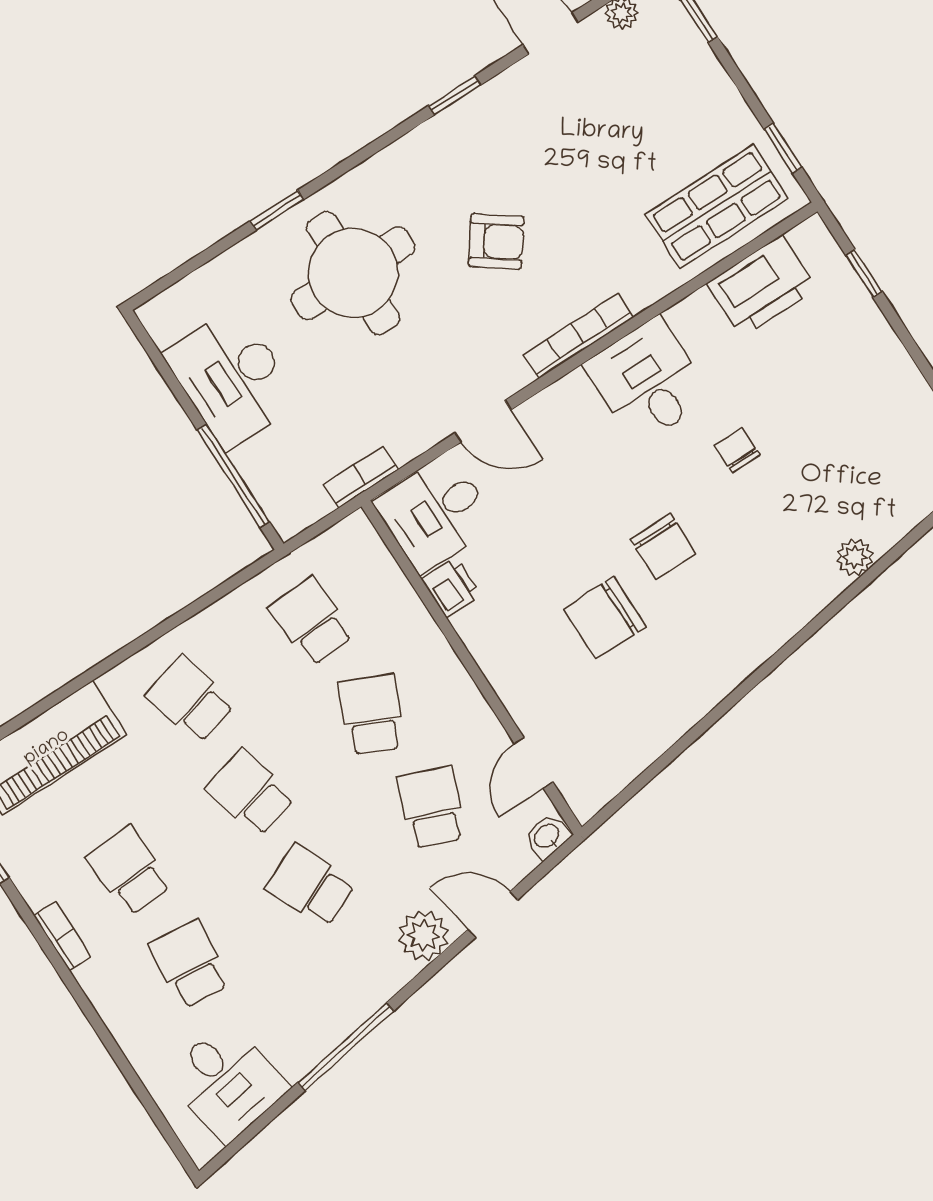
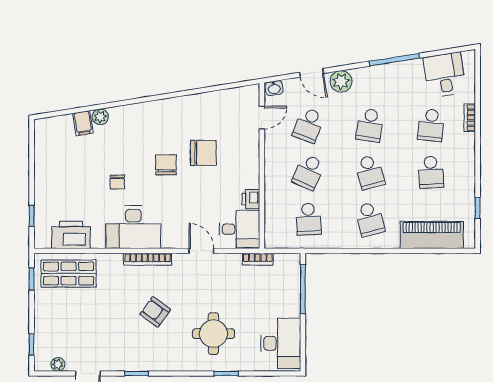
round table: (353, 273) -> (213, 334), width x0.73, depth x0.73
desk: (232, 378) -> (281, 343), moved
desk: (648, 381) -> (133, 227), width x1.37
filing cabinet: (881, 522) -> (83, 123), added
school desk: (311, 886) -> (370, 125), turned 33
bookcase: (62, 936) -> (470, 118), moved

